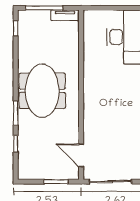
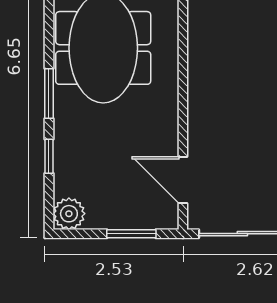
plant: (25, 172) -> (69, 214), added

